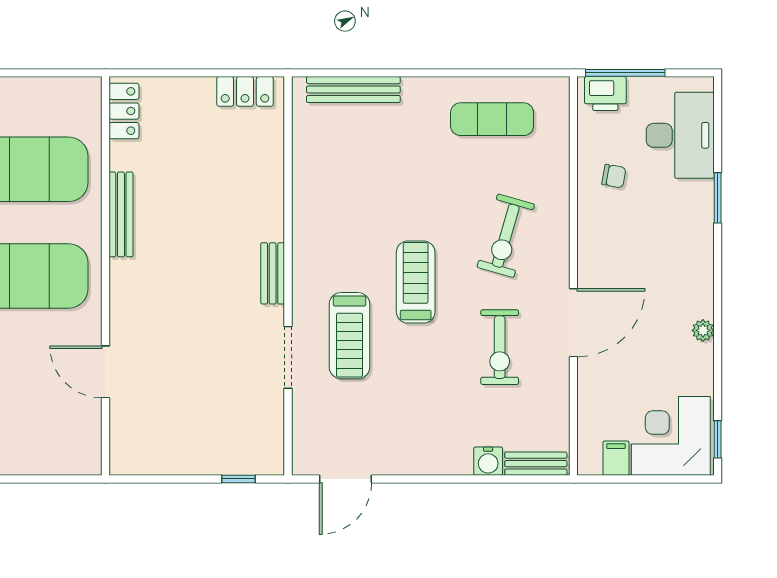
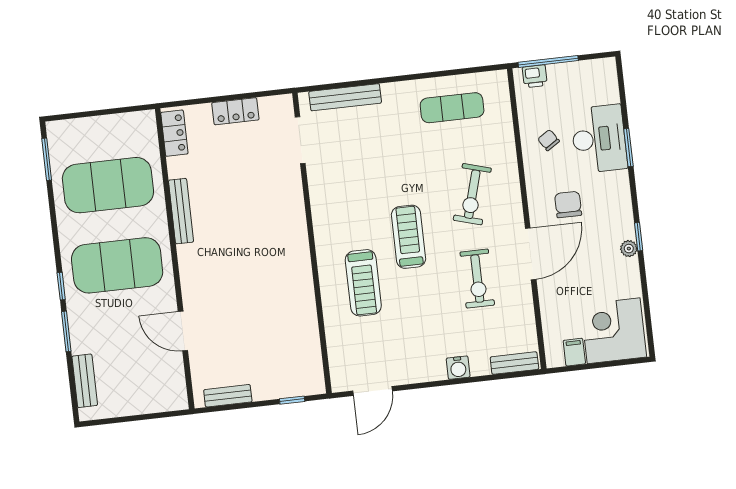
locker: (245, 91) -> (235, 111), moved
printer: (605, 94) -> (535, 76), width x0.73, depth x0.81
desk: (680, 135) -> (599, 139), moved
chair: (614, 176) -> (549, 140), turned -133
chair: (630, 264) -> (568, 204), added
bench: (273, 273) -> (228, 396), moved, turned 90
doorway: (288, 357) -> (300, 140), moved
window: (718, 439) -> (639, 237), moved
water cooler: (488, 461) -> (458, 368), moved

